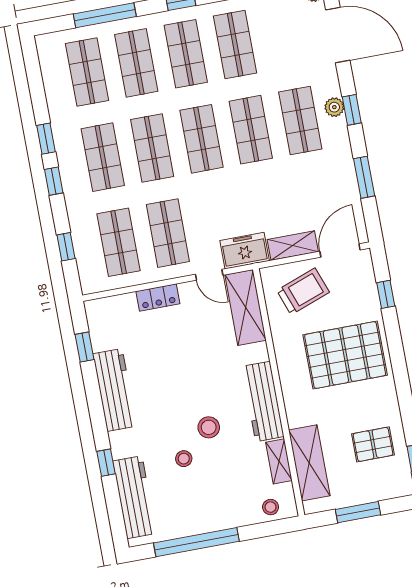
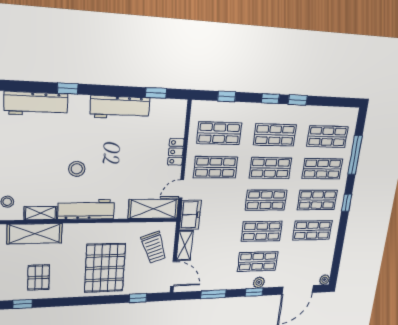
stool: (184, 459) -> (58, 147), removed

